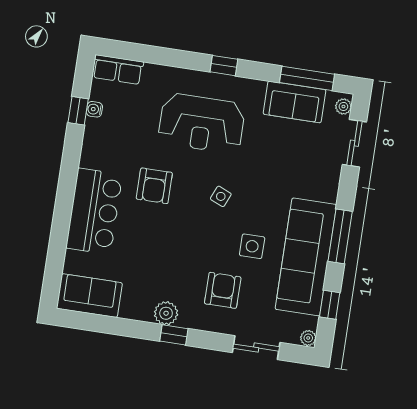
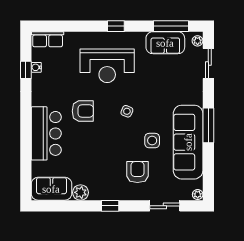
armchair: (154, 186) -> (83, 111), turned -90
window: (330, 305) -> (208, 171), removed
plant: (166, 313) -> (81, 192), moved

